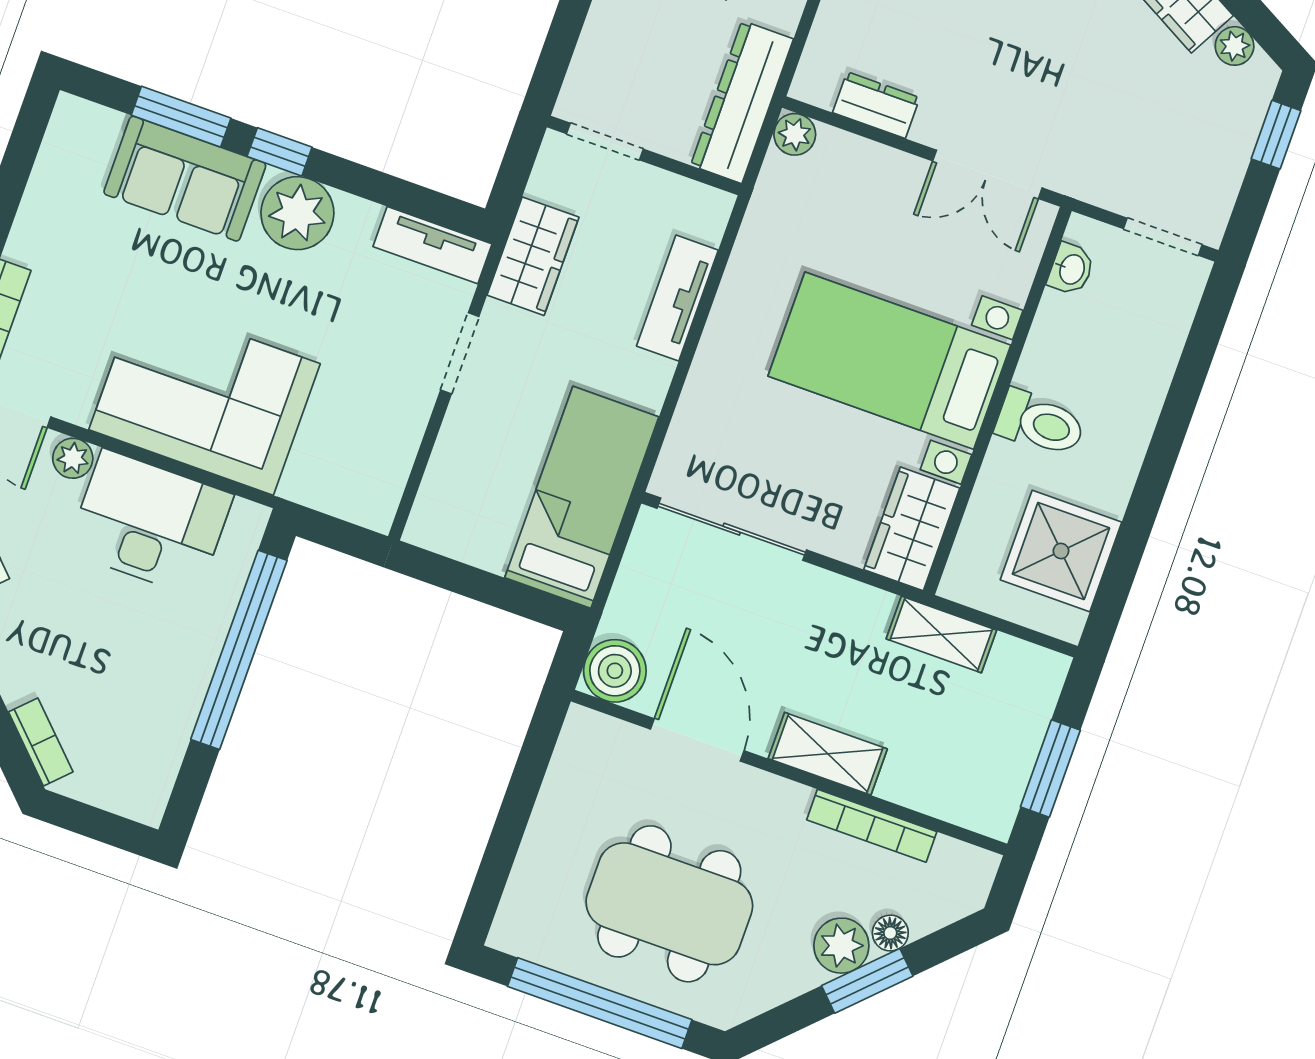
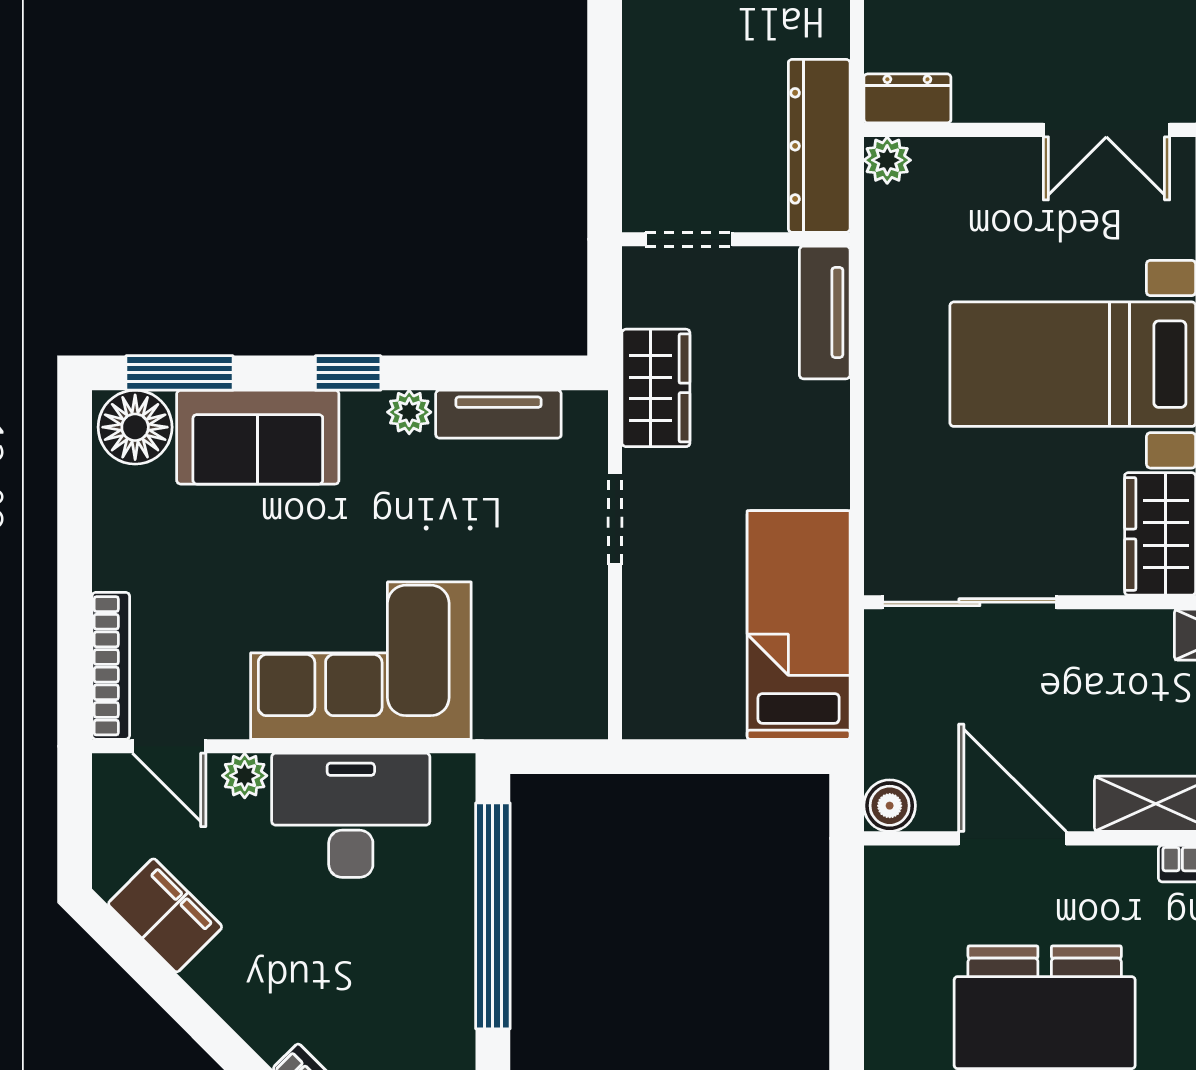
dresser: (876, 105) -> (907, 98), moved
window: (181, 117) -> (180, 373), moved
floor lamp: (85, 134) -> (135, 427), added
plant: (297, 213) -> (409, 412), width x0.53, depth x0.53
tv unit: (432, 245) -> (498, 414), moved
tv unit: (677, 298) -> (825, 312), moved
boiler: (615, 671) -> (890, 806), width x0.73, depth x0.73

